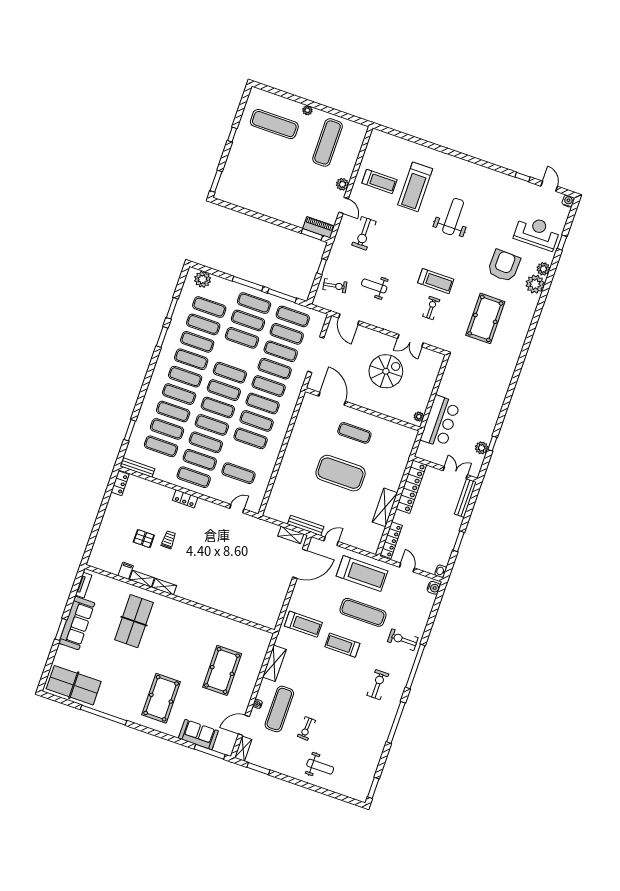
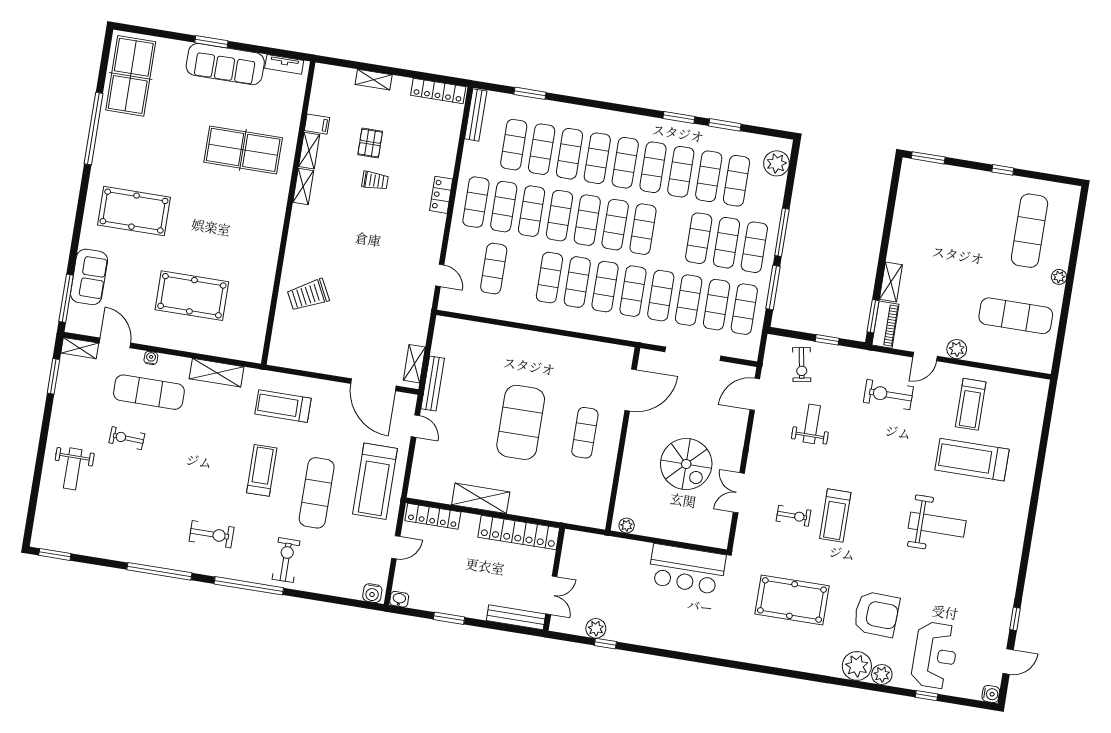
shelving: (292, 219) -> (891, 282), added
bar counter: (440, 422) -> (687, 569), moved
locker: (120, 483) -> (438, 91), width x1.53
shelving: (103, 529) -> (374, 80), added
trolley: (235, 596) -> (308, 295), added
treadmill: (303, 624) -> (283, 406), turned 90

